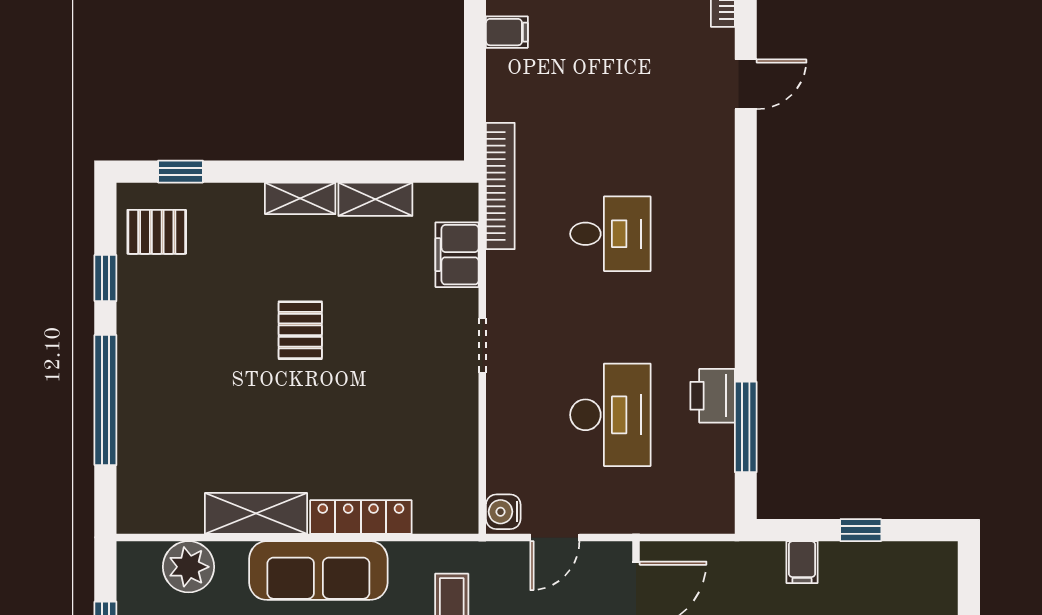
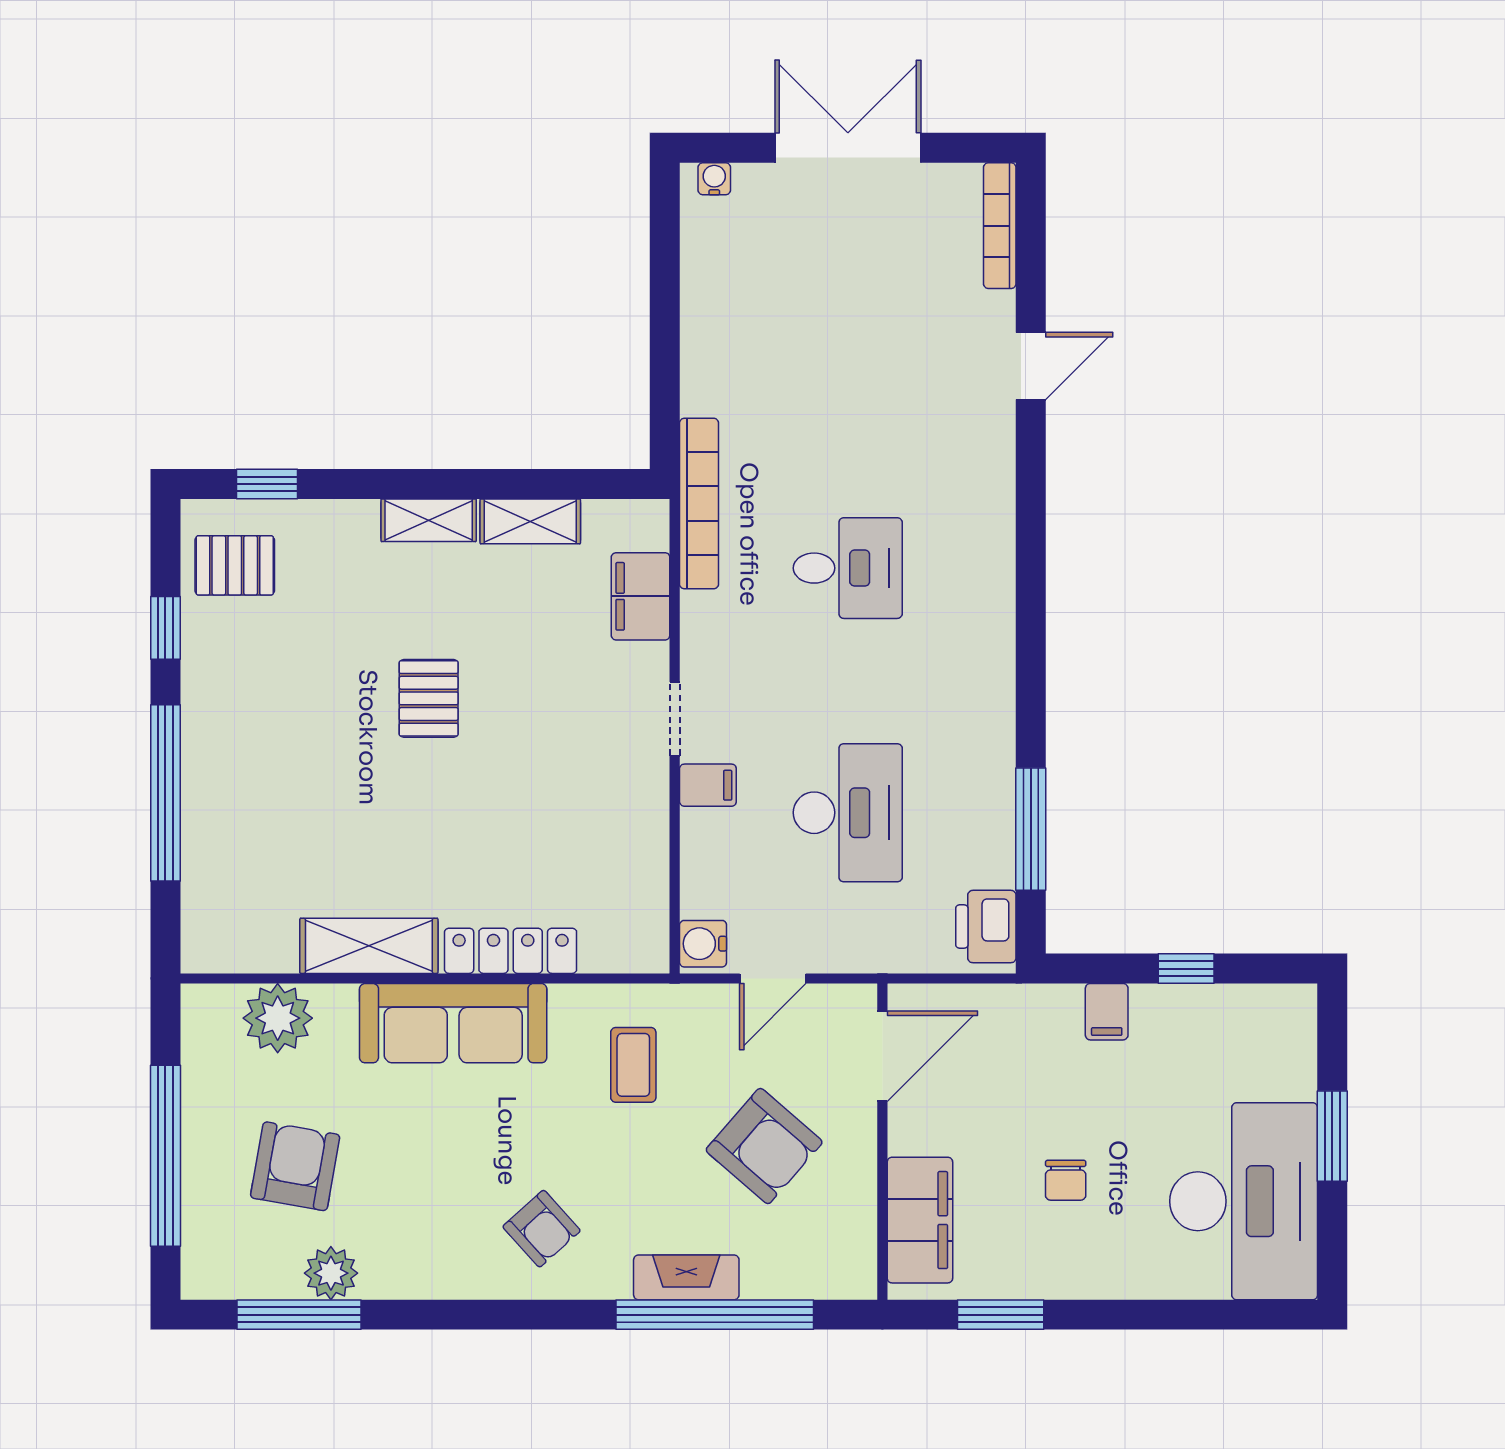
filing cabinet: (507, 32) -> (708, 785), moved
printer: (713, 396) -> (986, 927), moved

